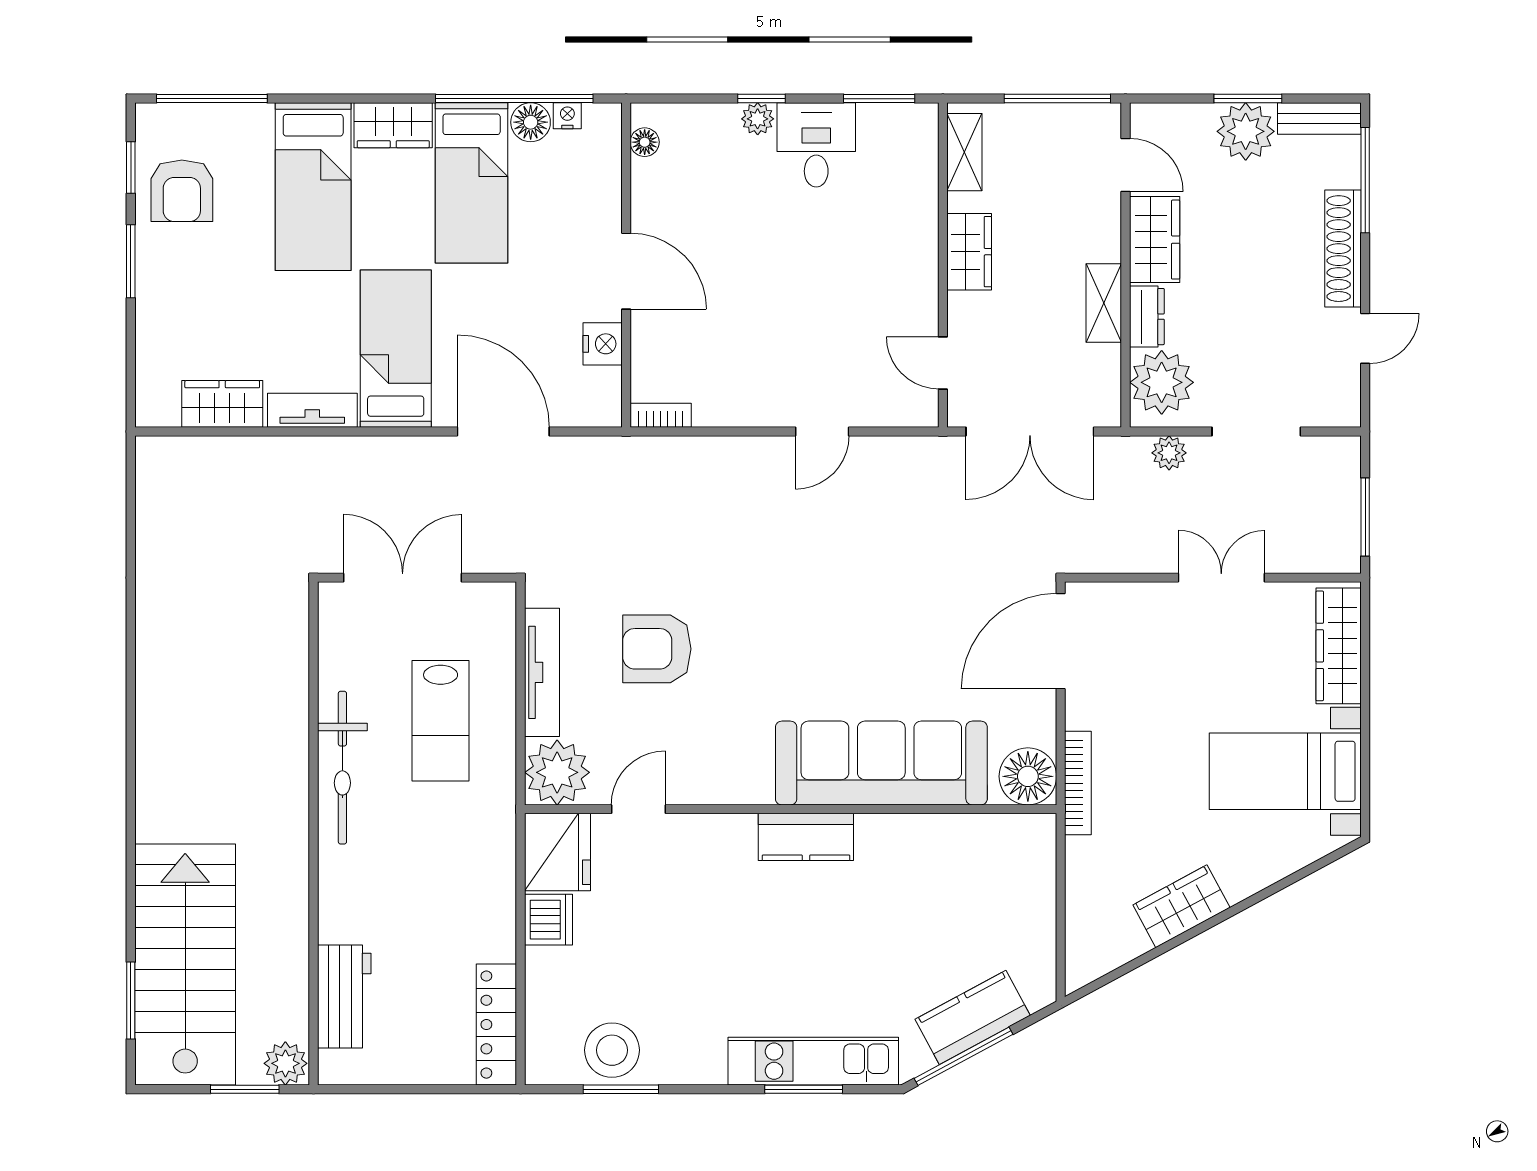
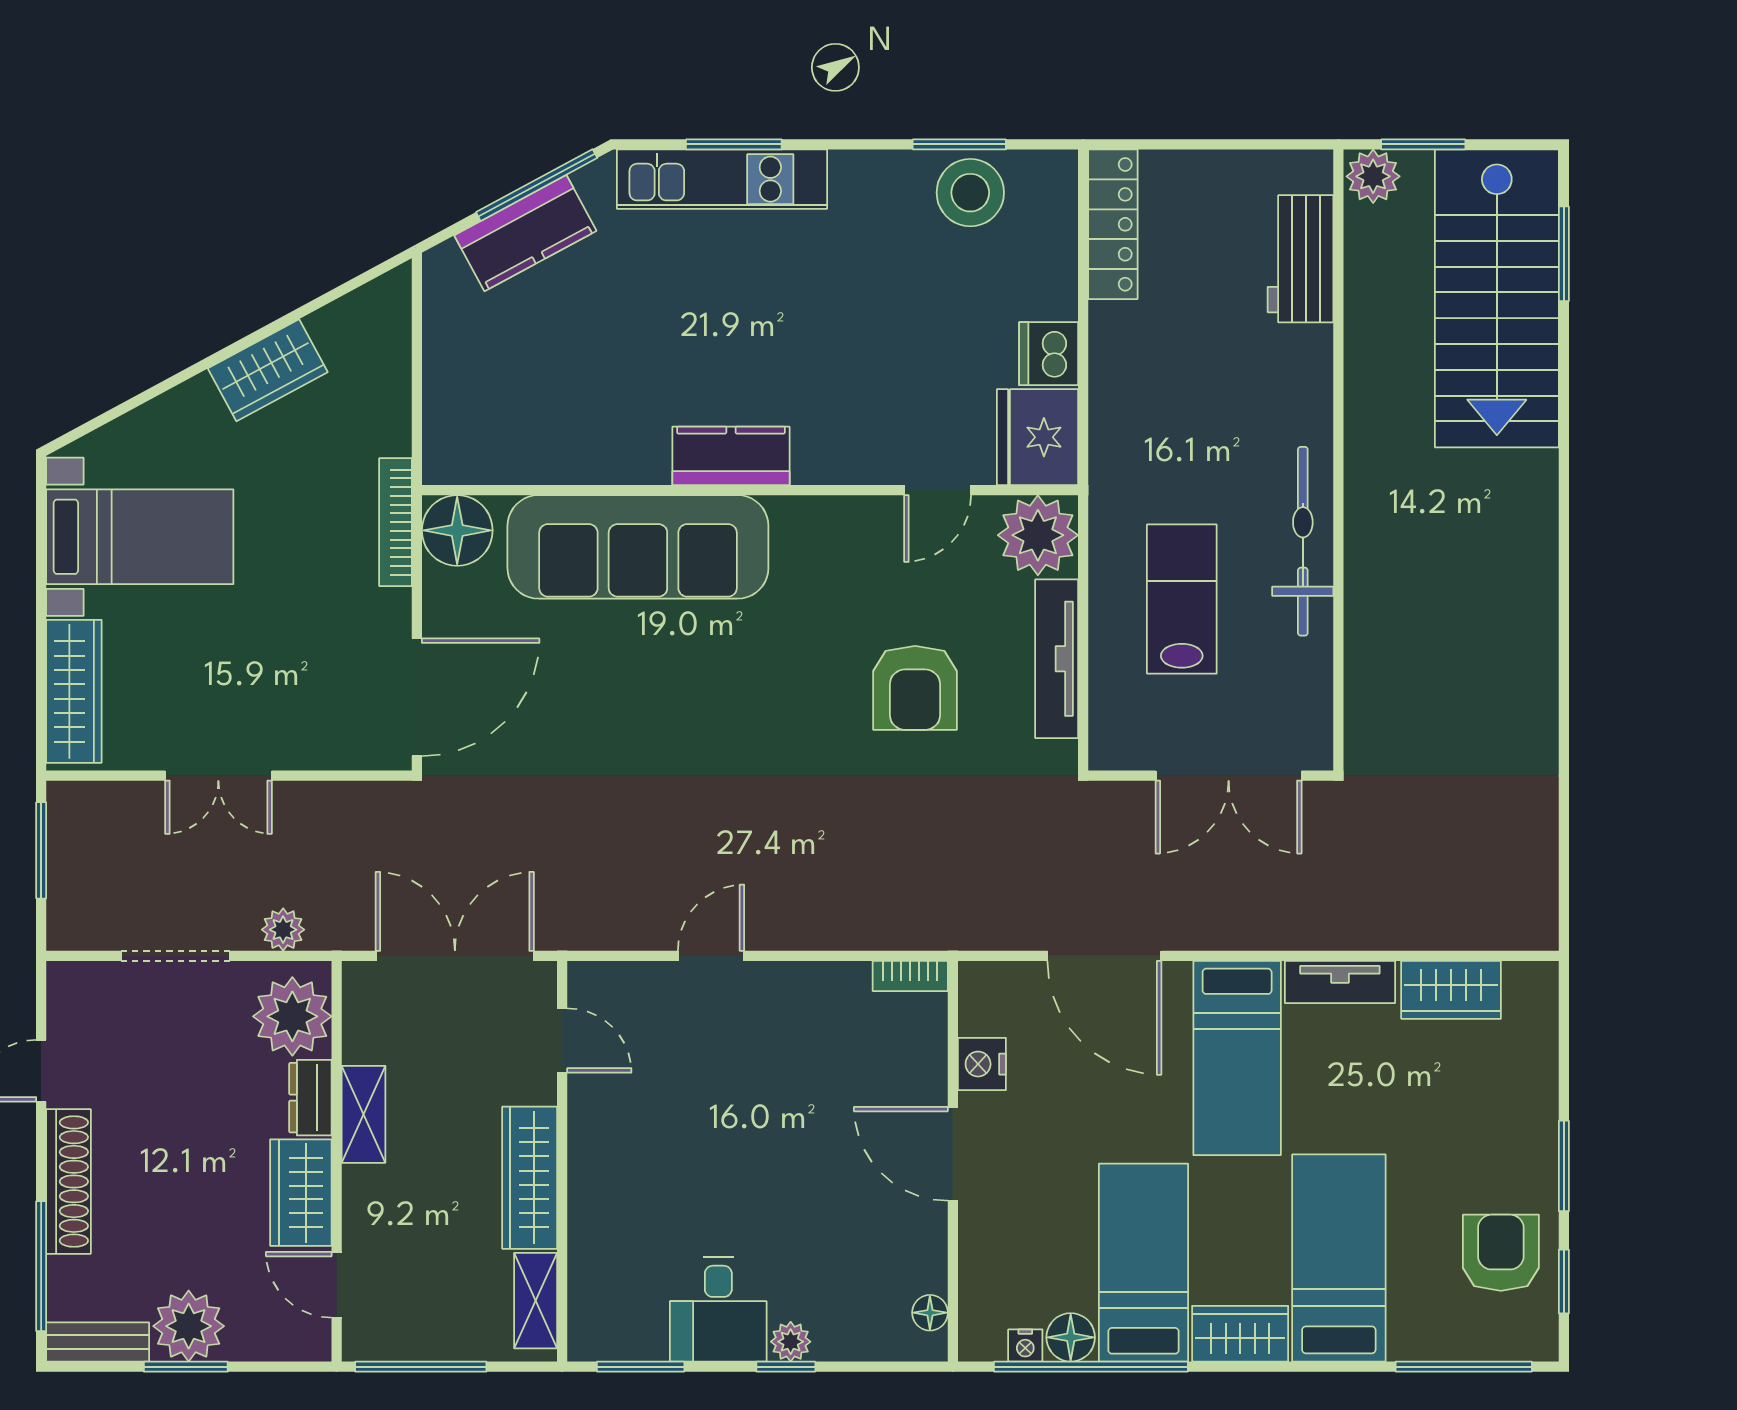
wardrobe: (969, 252) -> (530, 1178), width x1.50
armchair: (657, 649) -> (915, 688), turned 90

